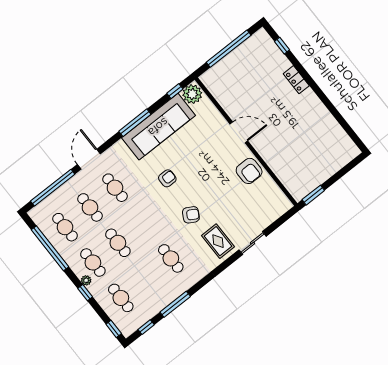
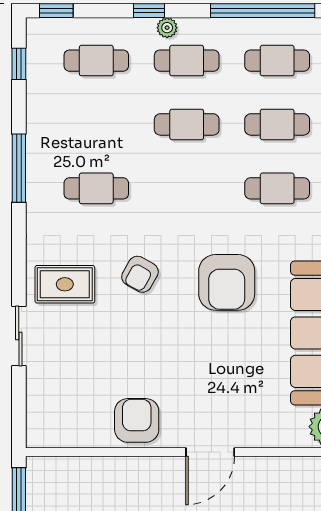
armchair: (249, 171) -> (137, 420), turned 90
armchair: (167, 178) -> (227, 282), width x1.88, depth x1.88
window: (175, 304) -> (19, 168), moved

